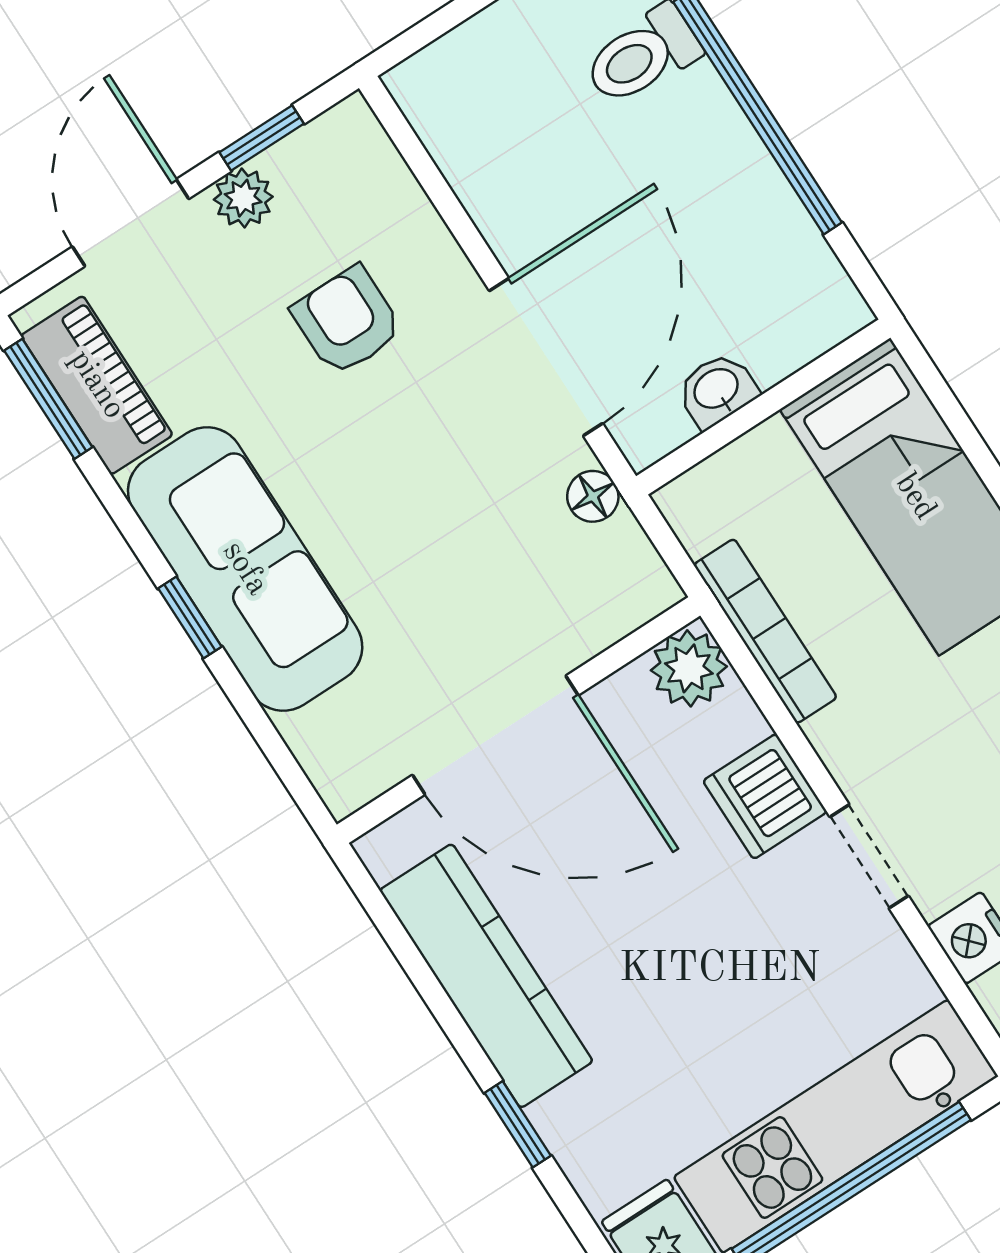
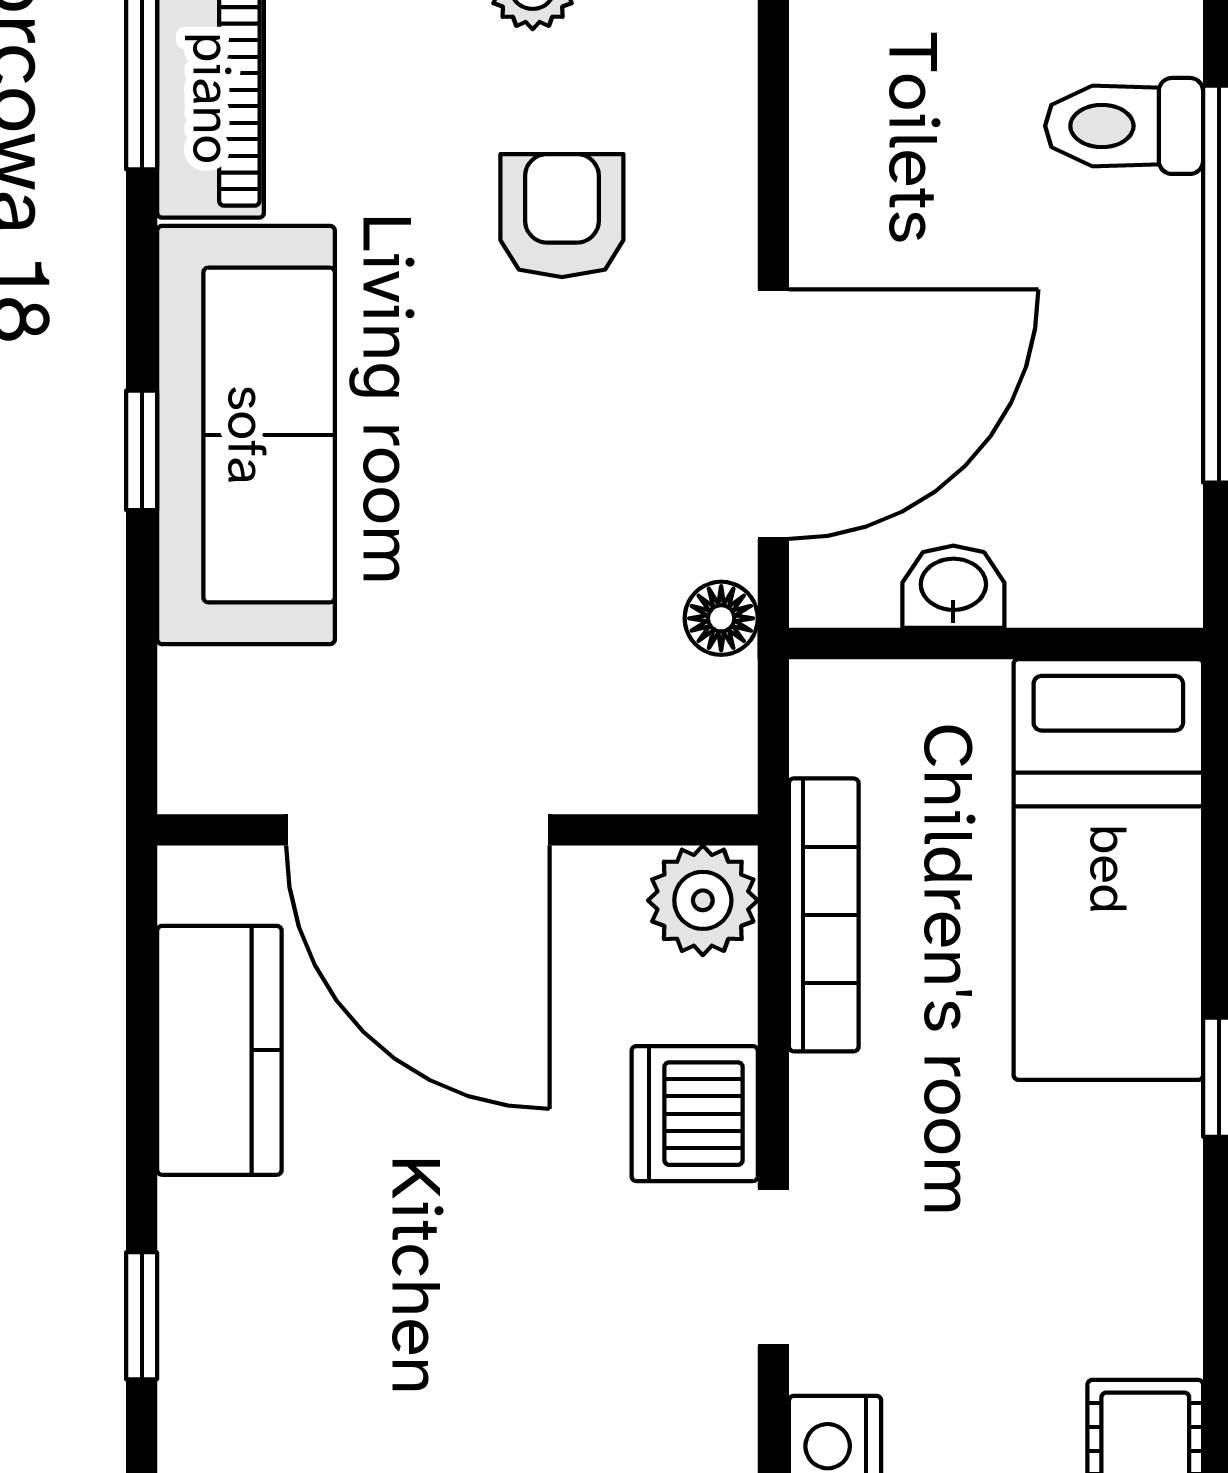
kitchen counter: (486, 976) -> (219, 1050), width x0.67

